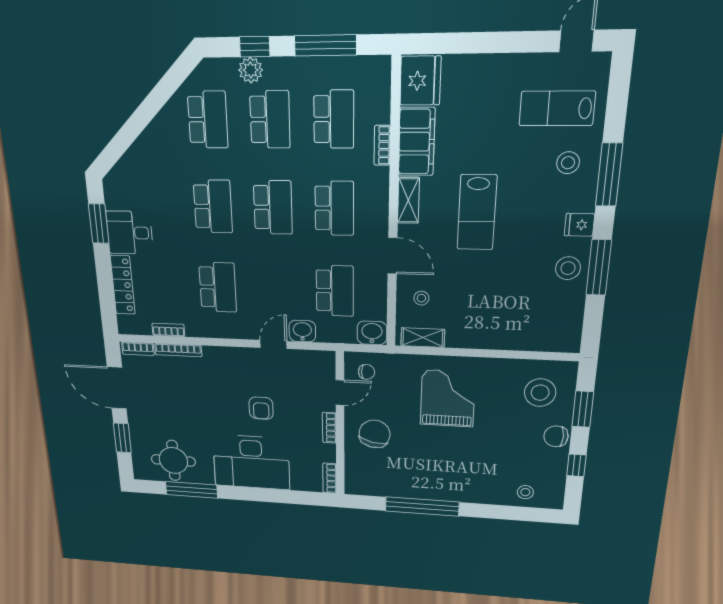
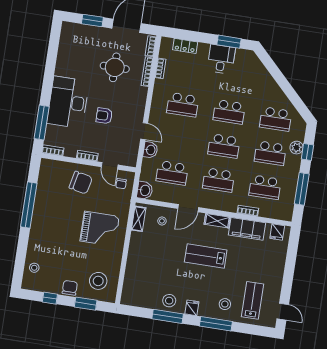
fridge: (420, 81) -> (277, 232), width x0.53, depth x0.75
locker: (123, 285) -> (185, 46), width x0.66
round table: (173, 460) -> (115, 67), moved
window: (192, 490) -> (42, 123), moved

